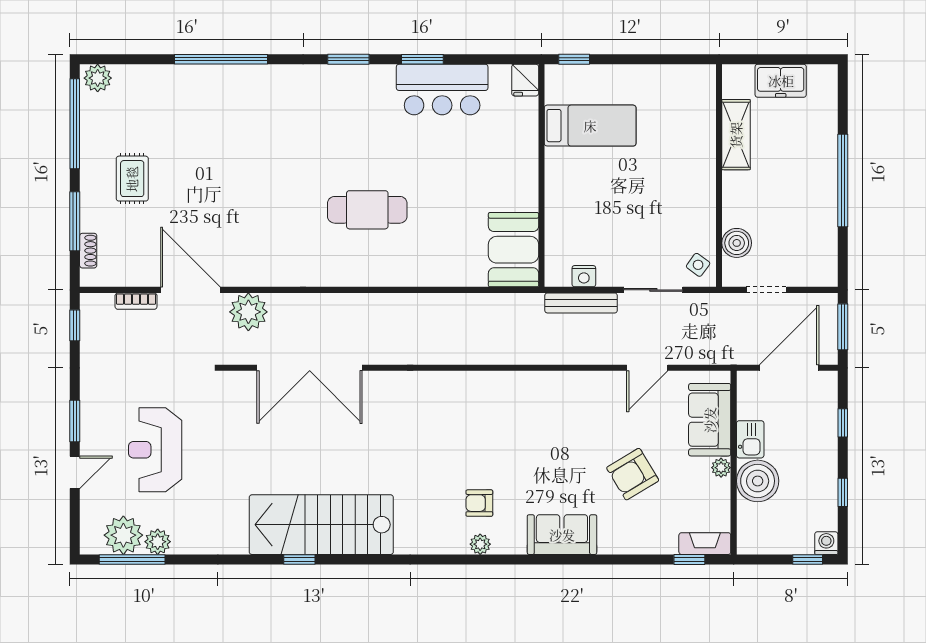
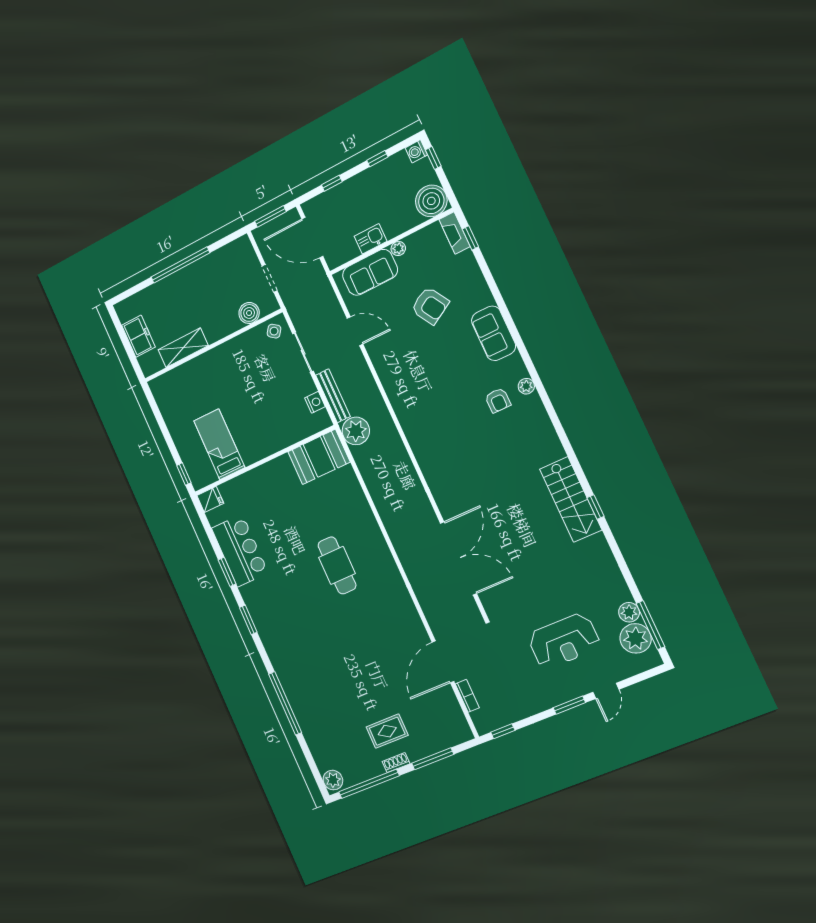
shoe rack: (88, 251) -> (396, 763), moved
plant: (248, 312) -> (356, 431), moved
door: (75, 472) -> (606, 691), swing flipped
boiler: (758, 481) -> (431, 201), moved
stairs: (321, 525) -> (571, 499), width x0.73, depth x0.66

